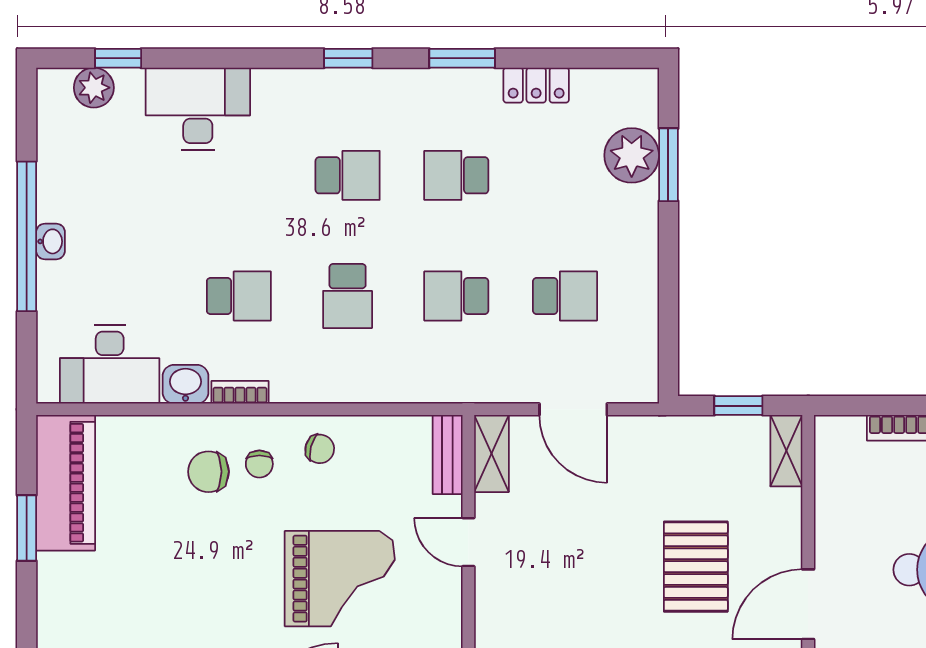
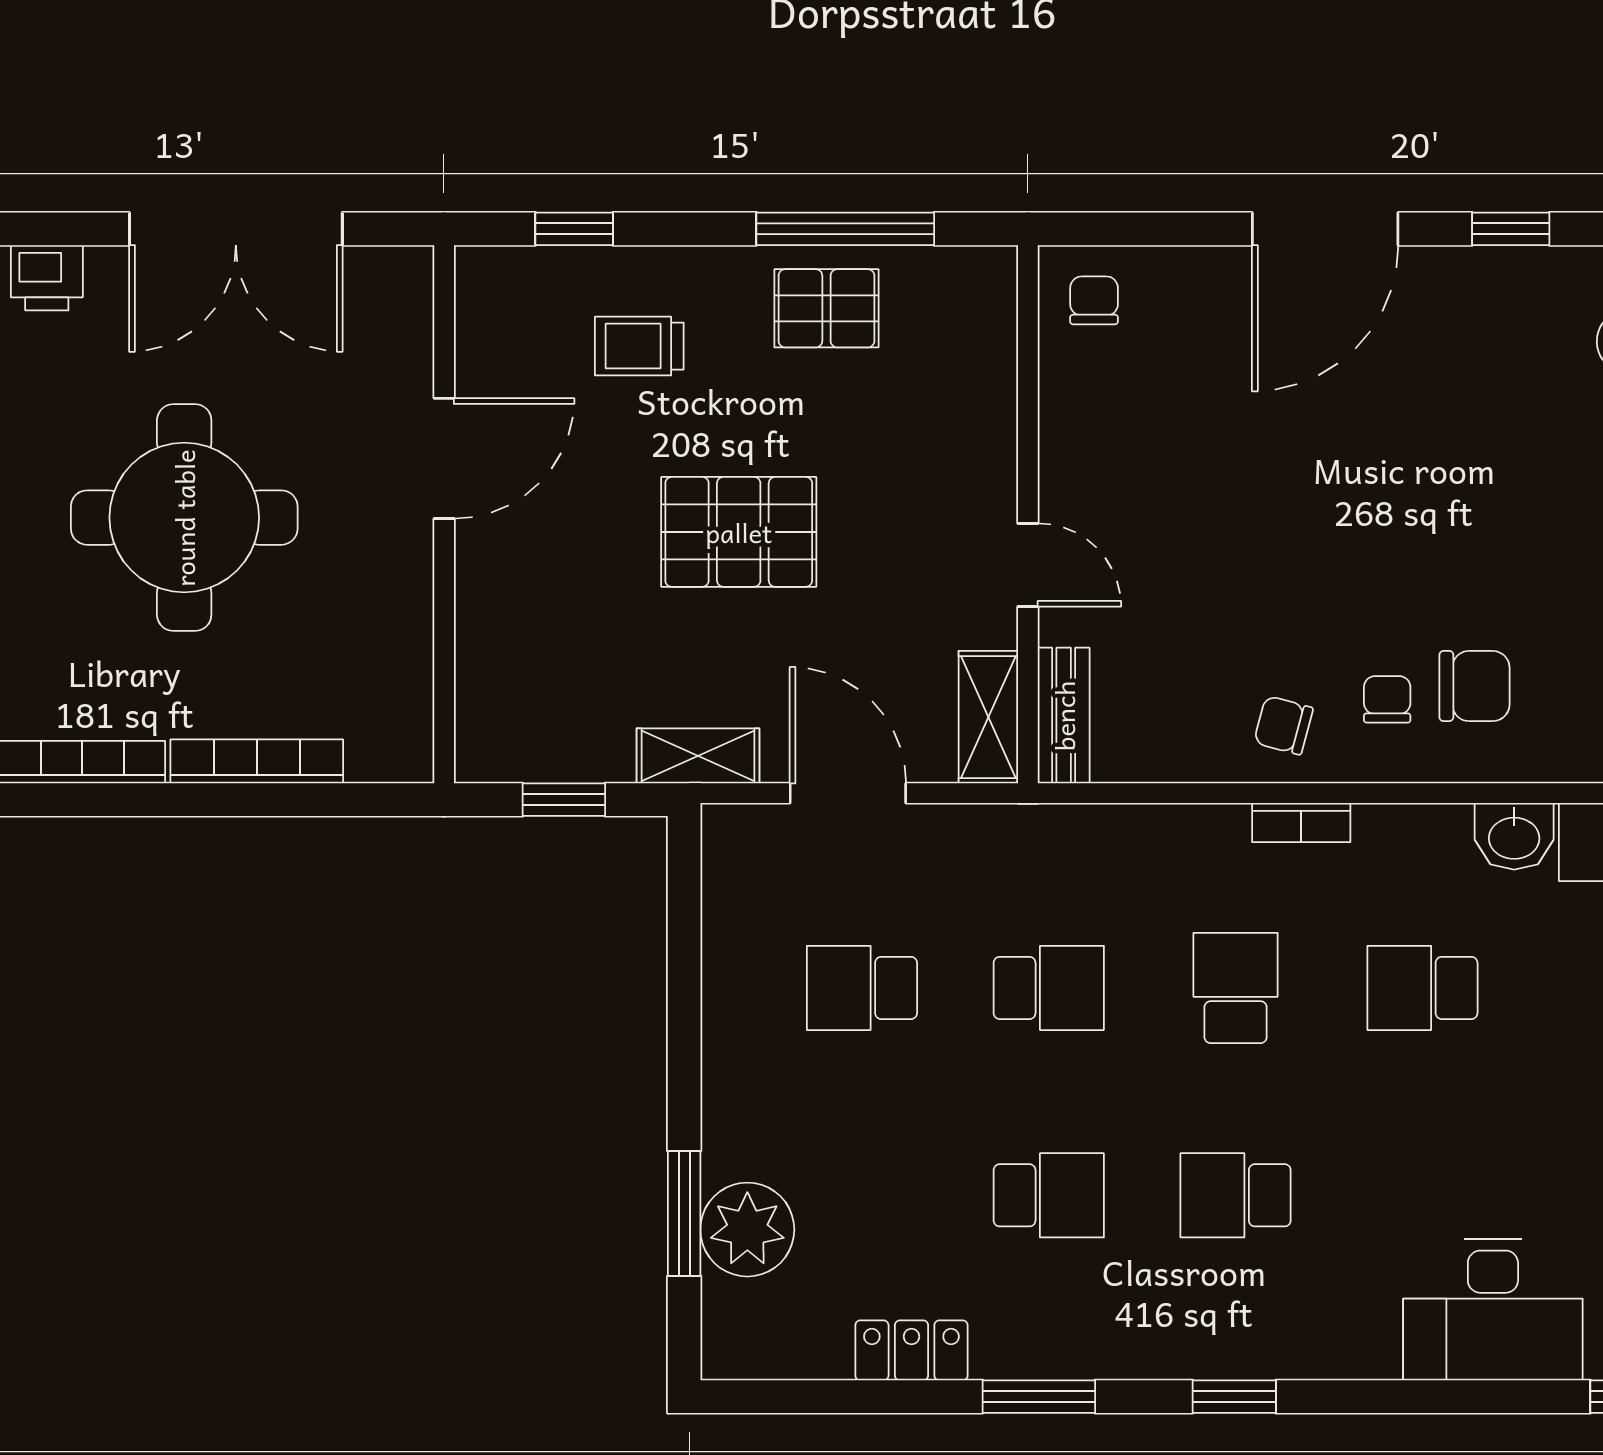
bookcase: (240, 392) -> (1301, 823), moved
shelving: (786, 451) -> (698, 756), moved, turned 90
pallet: (696, 567) -> (739, 532), moved, turned 90
grand piano: (340, 579) -> (1249, 502), removed

